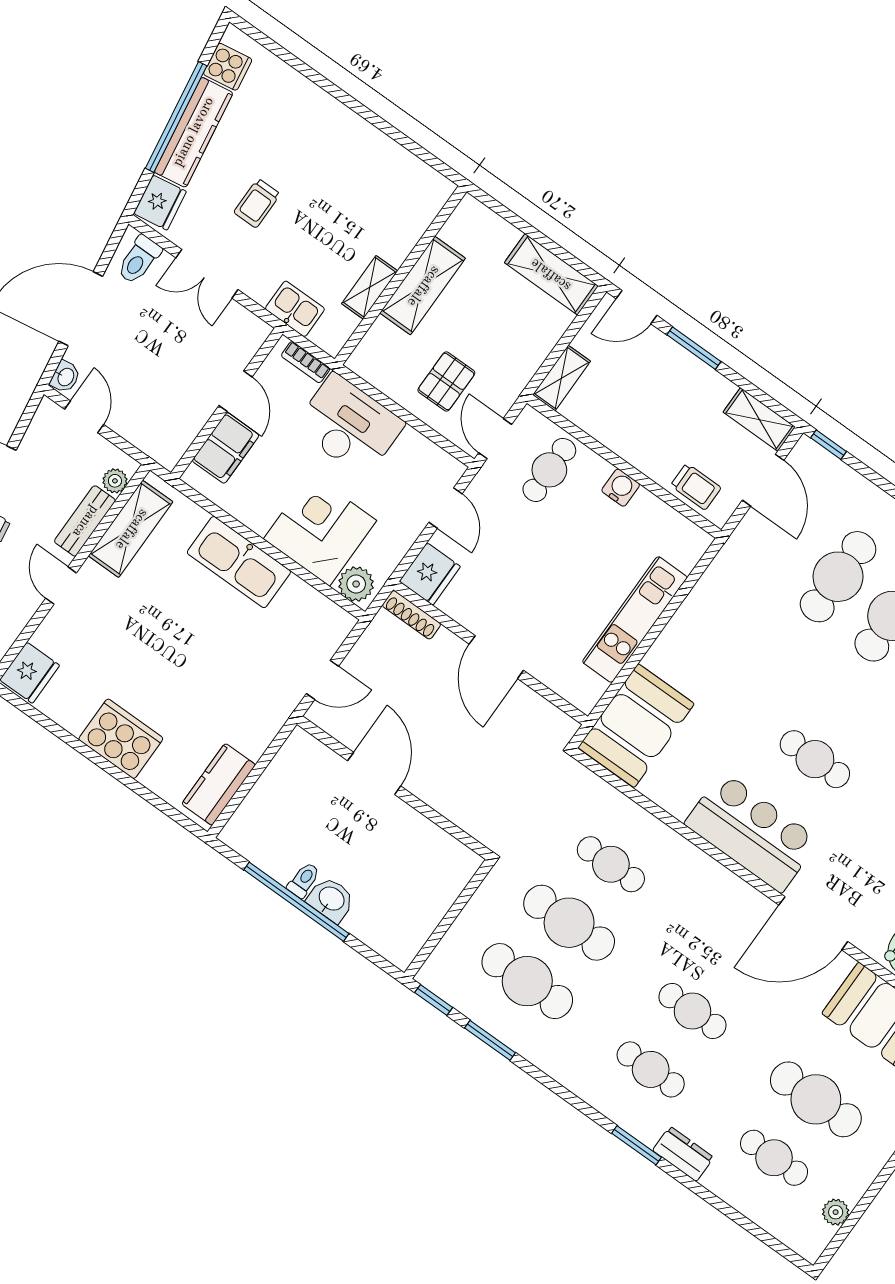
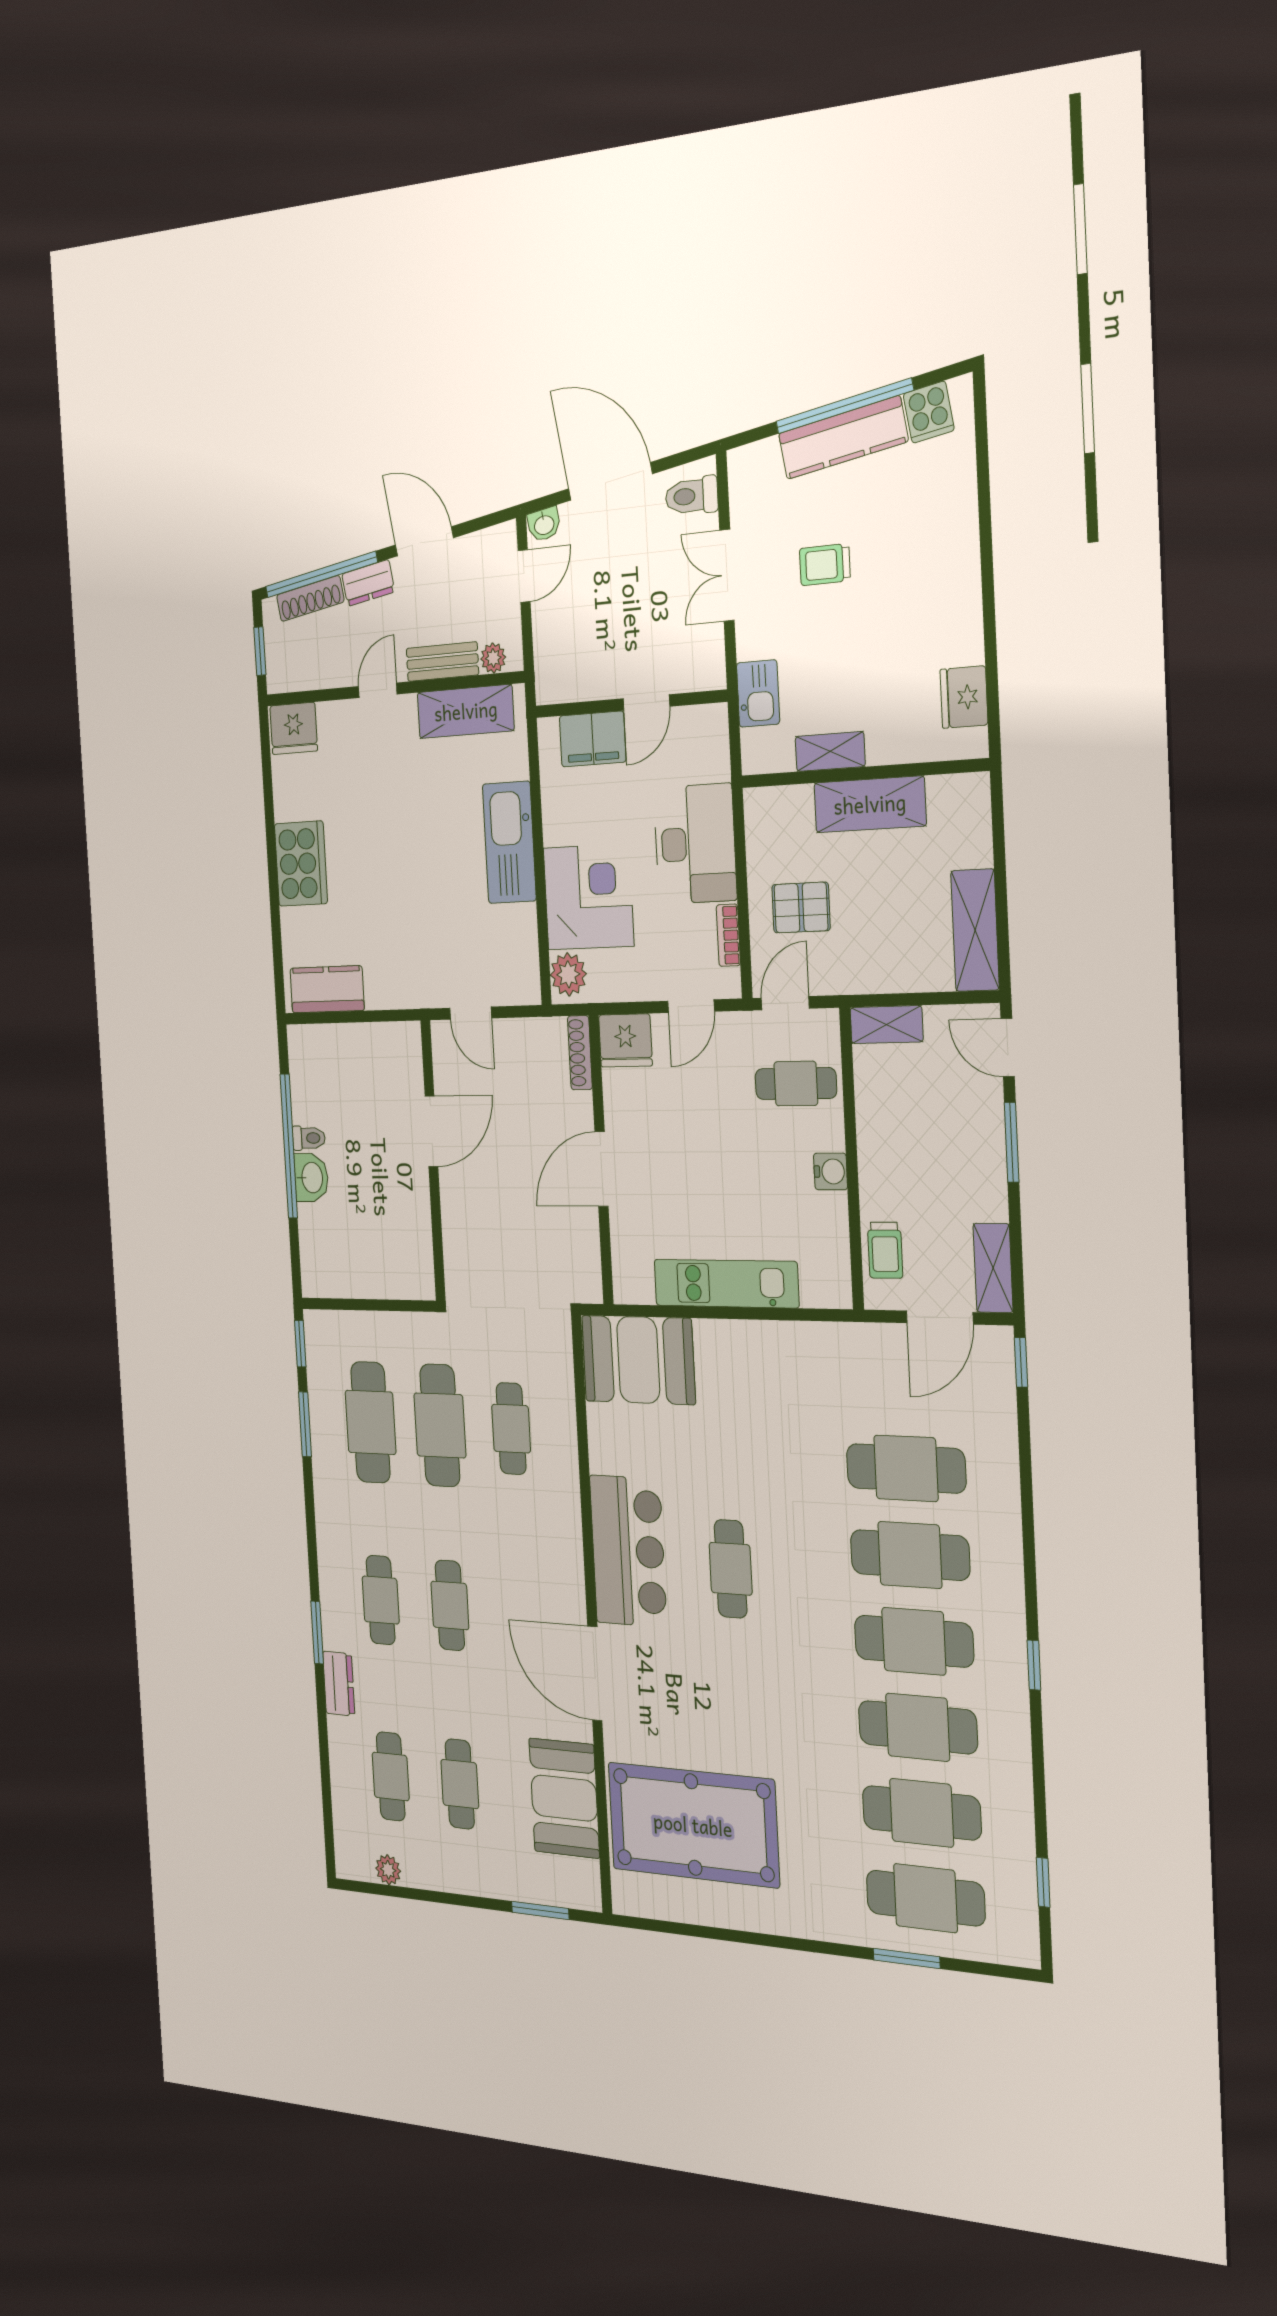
fridge: (160, 203) -> (964, 697), moved, turned 99
bookcase: (306, 362) -> (728, 935), moved
cafe table: (816, 1099) -> (460, 1784), width x0.73, depth x0.74

